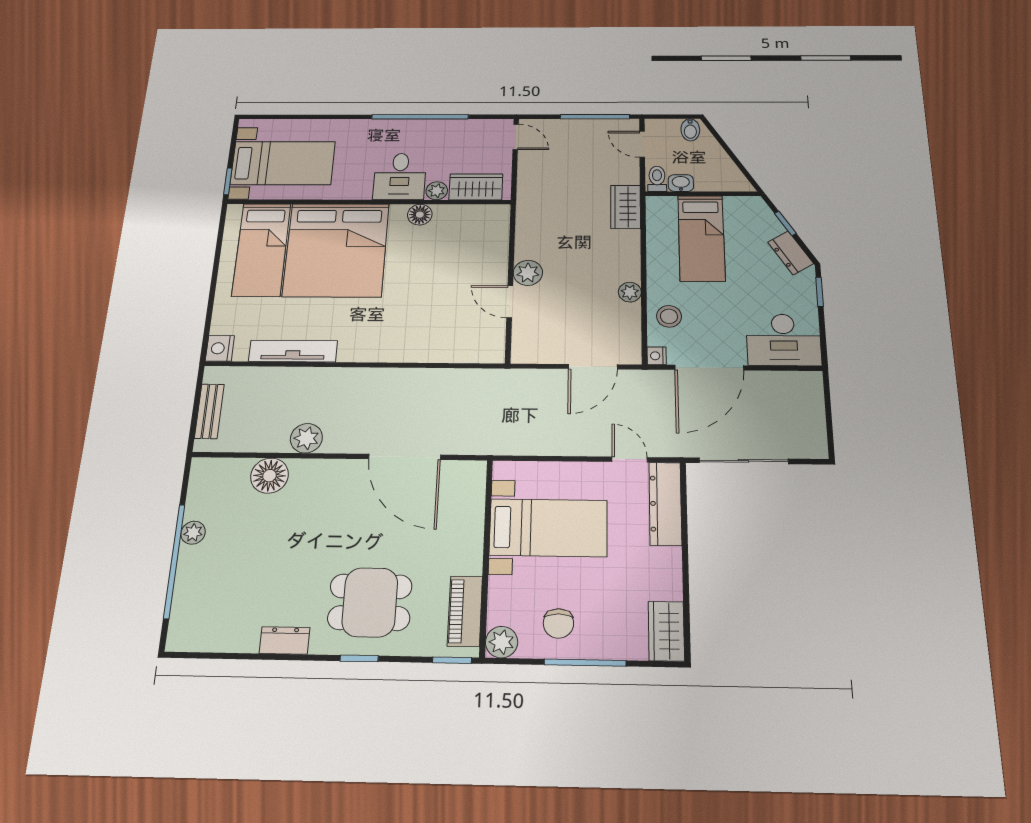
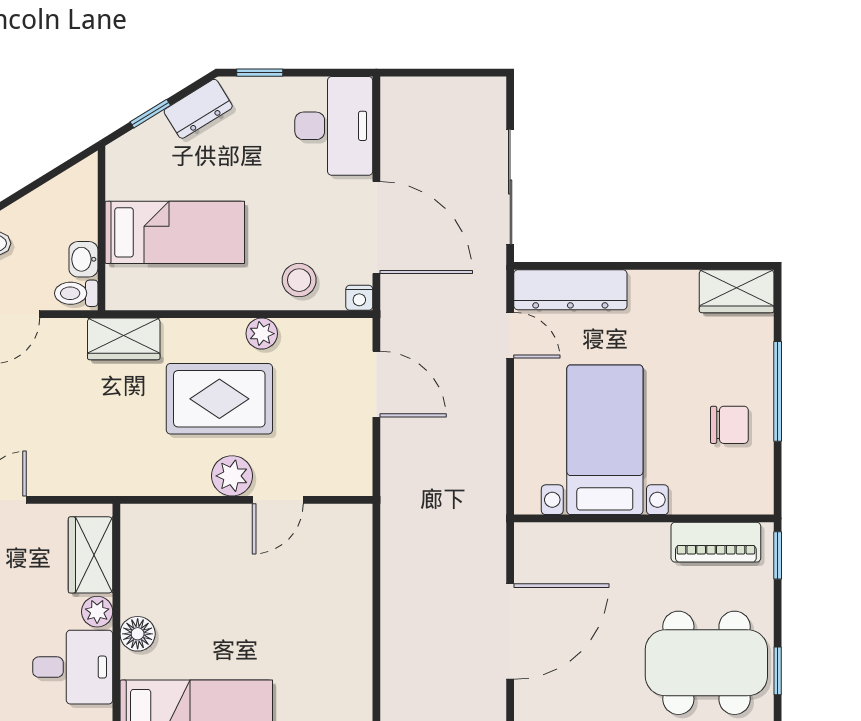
rug: (583, 265) -> (219, 399), added
door: (630, 460) -> (510, 335), swing flipped
dining table: (370, 602) -> (706, 663), width x1.38
plant: (502, 642) -> (754, 495), removed

